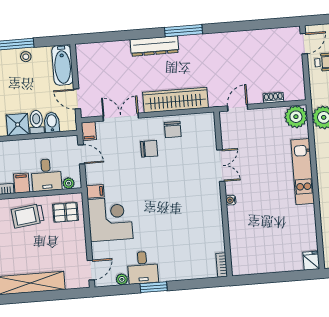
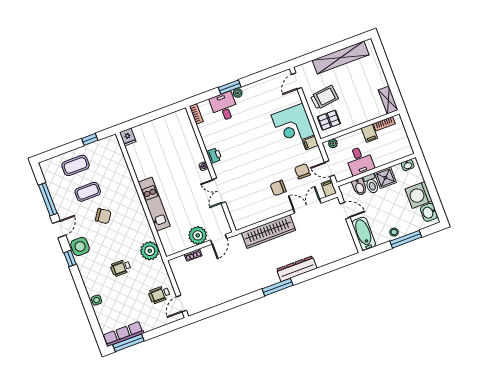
double door: (121, 117) -> (307, 206), swing flipped
plant: (296, 117) -> (198, 235), moved
chair: (173, 130) -> (302, 171), moved
desk: (46, 175) -> (360, 161), moved, turned 180
printer: (215, 209) -> (214, 156), added
trolley: (28, 216) -> (324, 97), moved
desk: (143, 268) -> (224, 107), moved
plant: (122, 279) -> (238, 93), moved
window: (154, 287) -> (230, 87), moved

